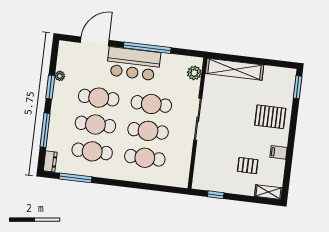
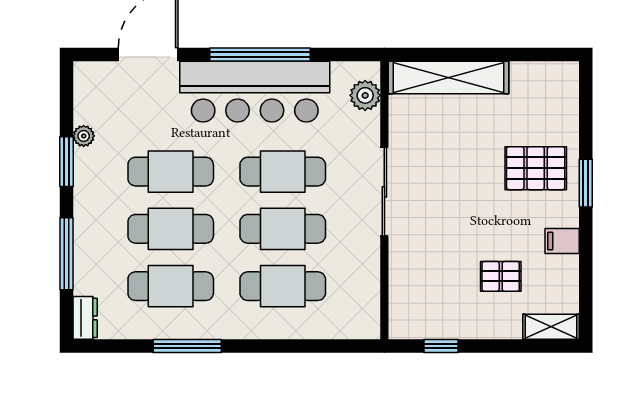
bar counter: (133, 64) -> (255, 92), width x1.36
window: (298, 87) -> (586, 183), moved
window: (76, 178) -> (187, 346), moved

